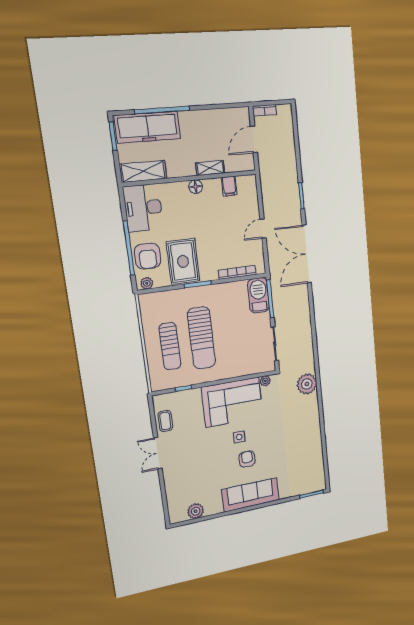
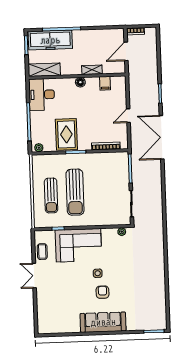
armchair: (148, 256) -> (41, 128), removed
barbecue: (258, 295) -> (121, 165), removed
plant: (307, 384) -> (156, 239), removed
corner sofa: (232, 402) -> (78, 245), moved
plant: (196, 511) -> (58, 327), removed

